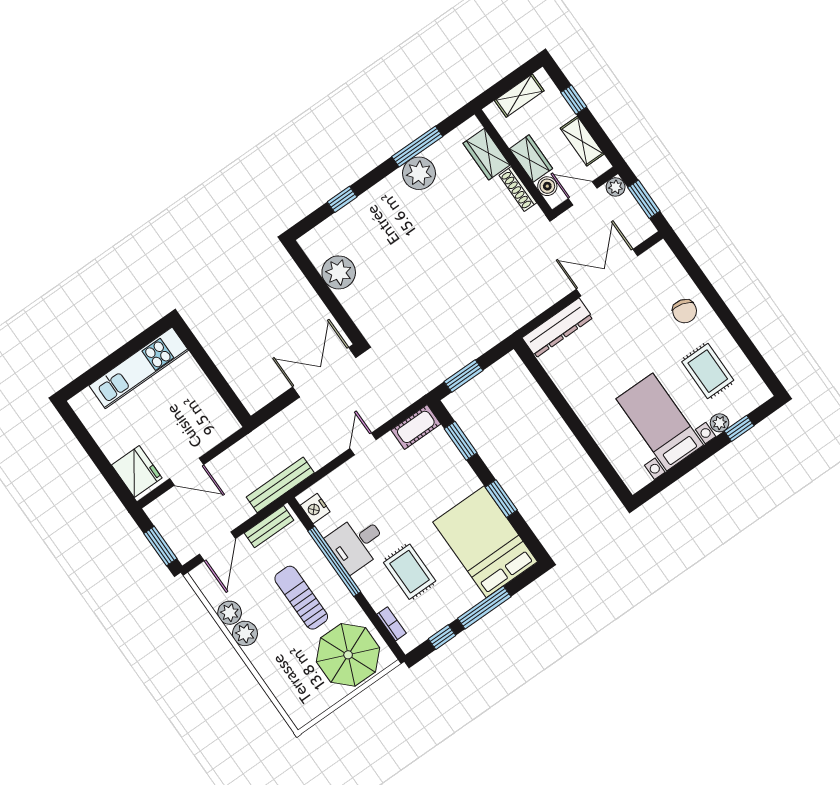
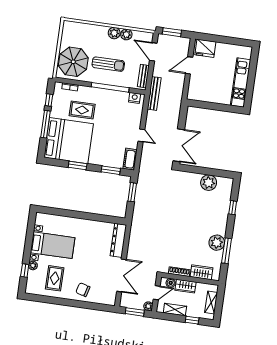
rug: (708, 371) -> (55, 278), turned 90
bed: (485, 542) -> (69, 141), width x1.36
desk: (357, 543) -> (109, 101), removed

